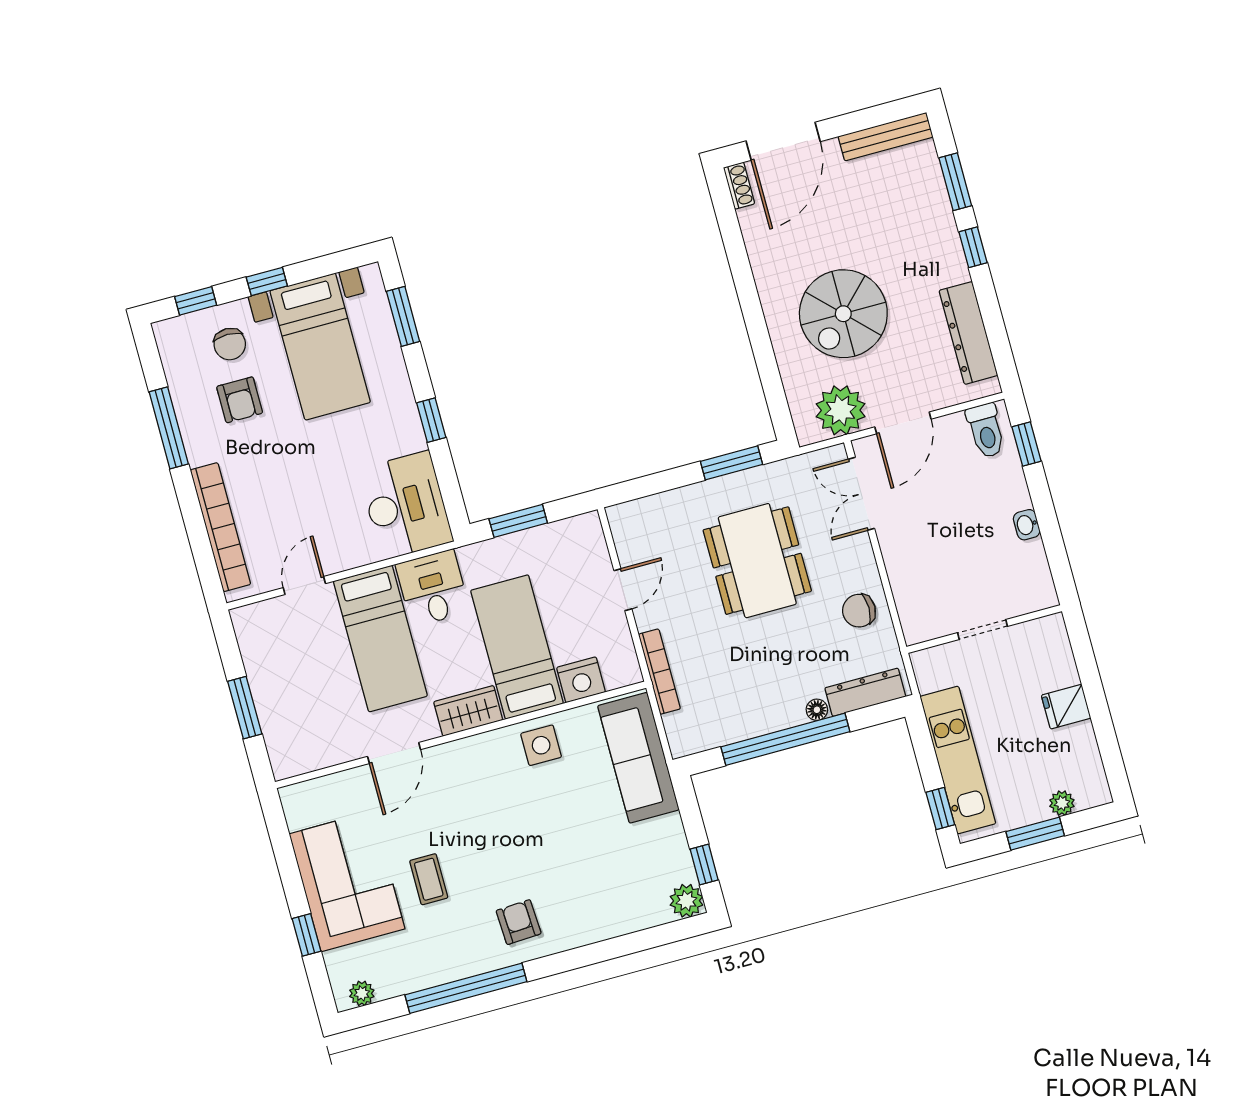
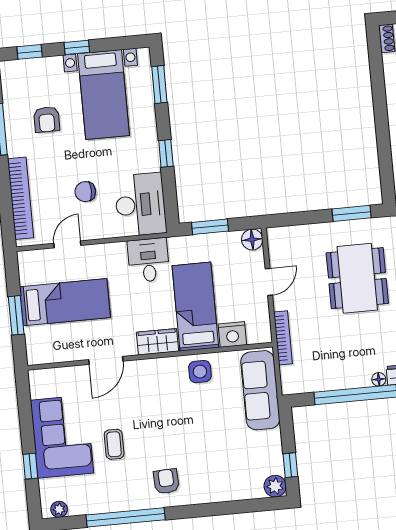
chair: (230, 344) -> (85, 192), moved, turned 90
floor lamp: (586, 529) -> (252, 240), added
bed: (380, 639) -> (65, 302), moved, turned -90

